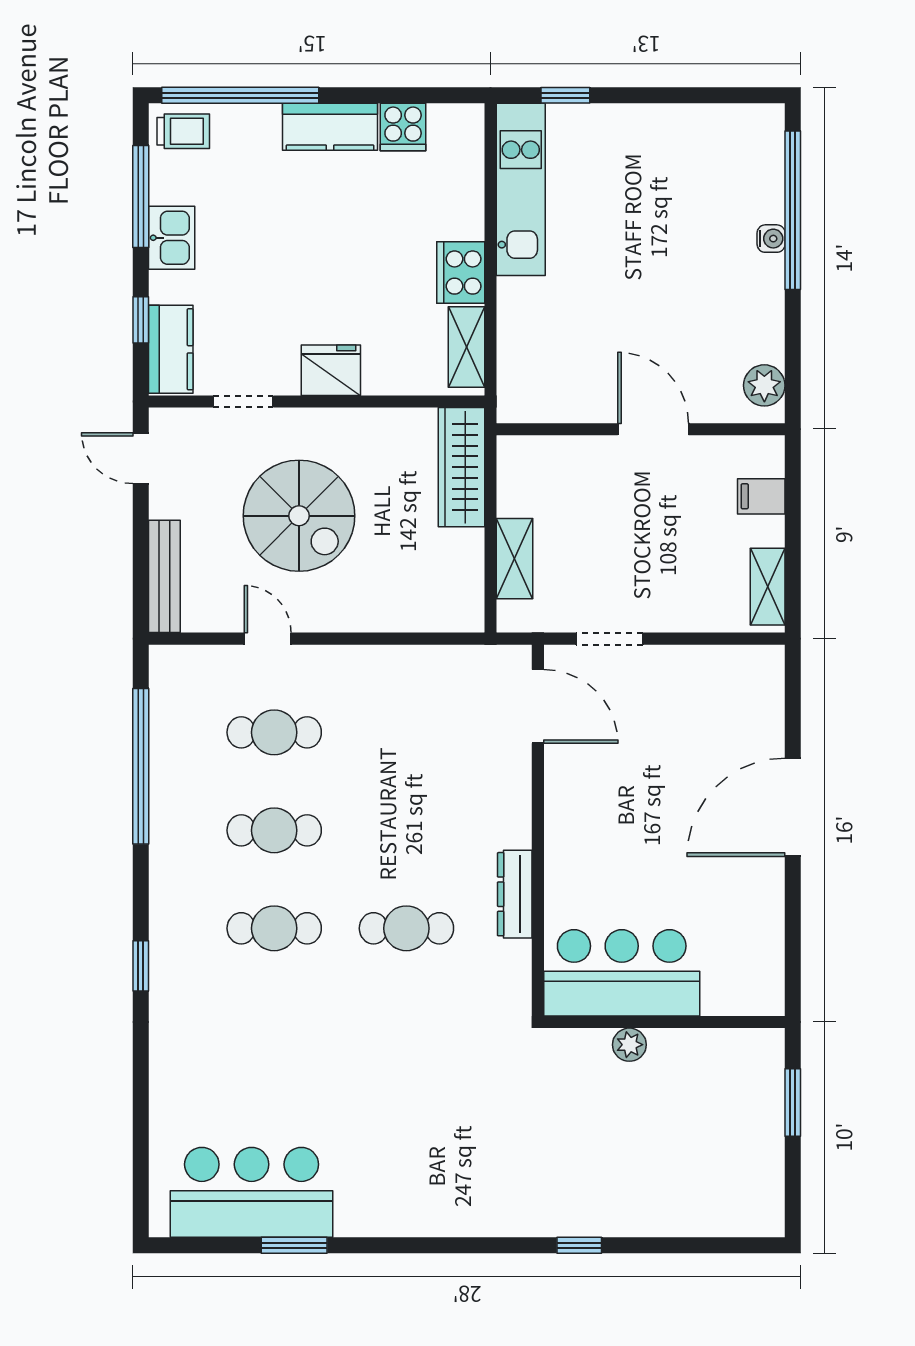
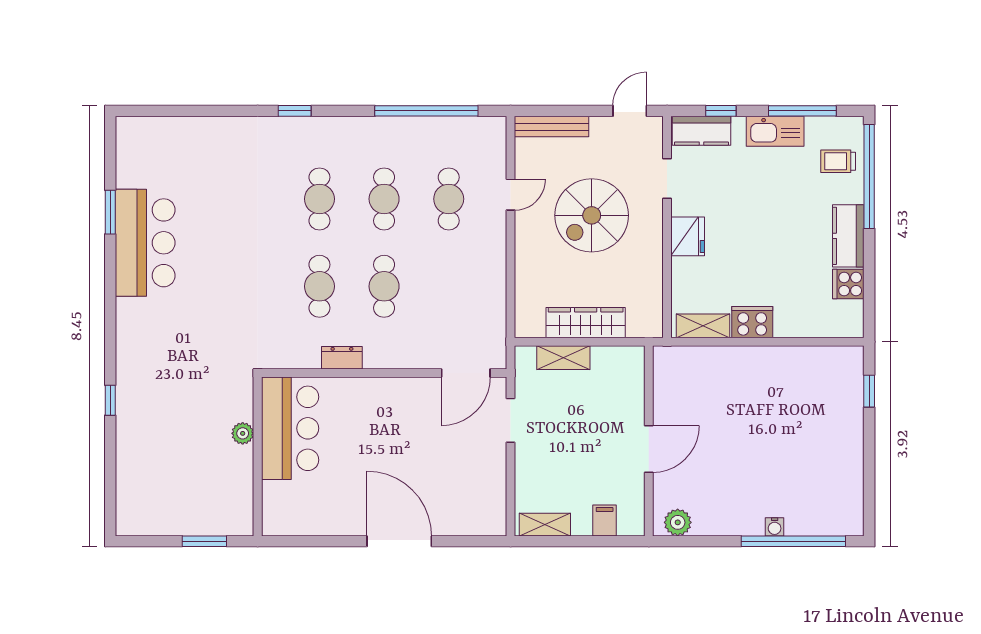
trolley: (183, 131) -> (838, 161), moved, turned 90
kitchen unit: (521, 189) -> (807, 362), removed
kitchen sink: (172, 238) -> (775, 131), width x1.38
wardrobe: (461, 467) -> (586, 323), moved
cafe table: (406, 830) -> (384, 286), added
dresser: (515, 894) -> (342, 358), width x0.70
bar counter: (252, 1192) -> (145, 243), moved

